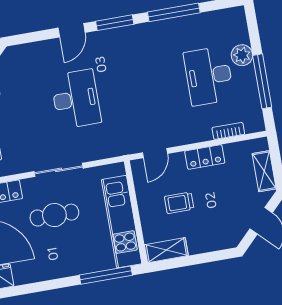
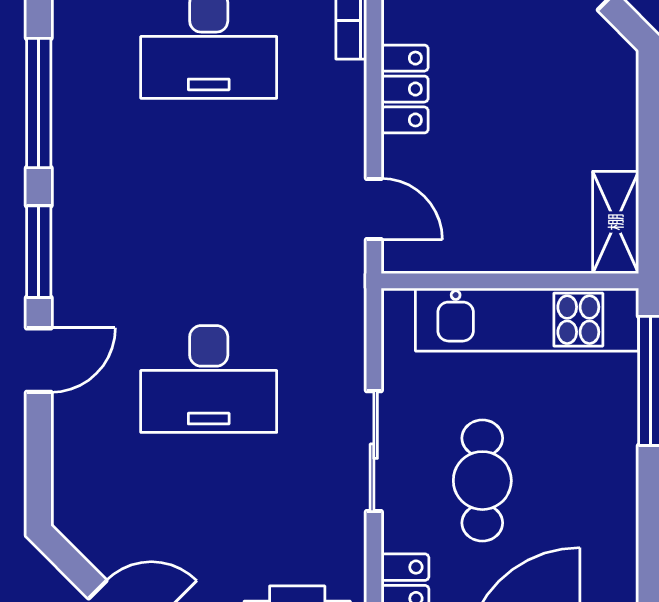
door: (72, 30) -> (39, 360), hinge flipped
desk: (76, 99) -> (209, 379), turned 180
trolley: (179, 203) -> (505, 171), removed

